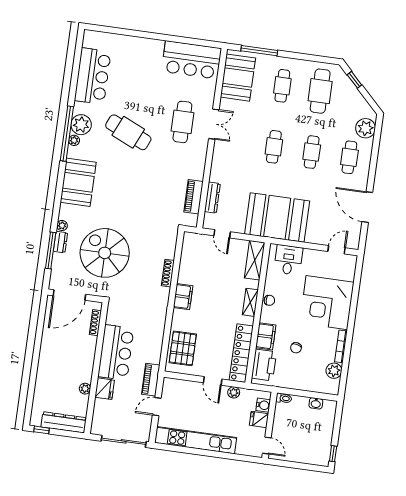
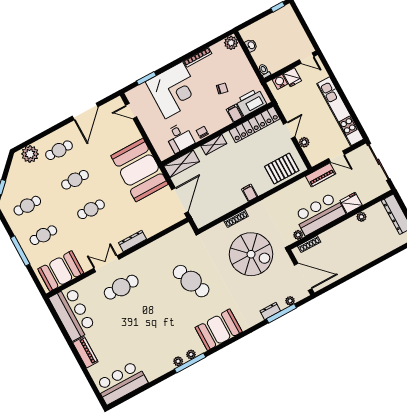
window: (259, 51) -> (20, 251), moved
bar counter: (93, 76) -> (121, 383), moved
cafe table: (320, 91) -> (27, 206), width x0.73, depth x0.74
plant: (81, 125) -> (178, 361), width x0.53, depth x0.53
cafe table: (128, 132) -> (191, 281), moved, turned -46
window: (67, 134) -> (190, 363), width x0.68
piano: (194, 197) -> (85, 352), moved, turned -90
dresser: (212, 198) -> (133, 241), moved
plant: (62, 226) -> (290, 301), moved
door: (222, 234) -> (180, 201), width x1.88
spiral stairs: (105, 253) -> (251, 254), moved, turned -90
desk: (288, 260) -> (179, 138), moved, turned -90
window: (356, 286) -> (146, 78), added
filing cabinet: (183, 297) -> (250, 193), width x0.50
plant: (111, 319) -> (298, 235), added
filing cabinet: (266, 336) -> (235, 113), width x0.50
plant: (334, 371) -> (231, 43), moved
plant: (234, 392) -> (304, 142), moved
door: (267, 445) -> (307, 58), swing flipped

